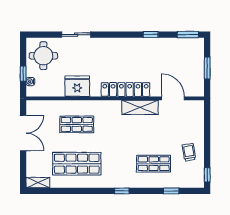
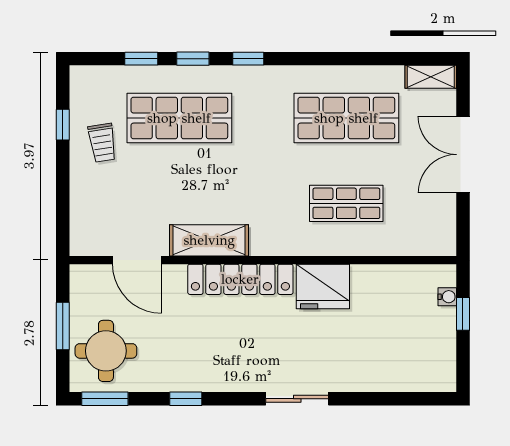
sliding door: (76, 35) -> (297, 399), moved
round table: (43, 56) -> (106, 351), moved
fridge: (77, 86) -> (323, 286), moved
double door: (23, 133) -> (463, 155), moved
shop shelf: (154, 164) -> (179, 118), width x1.43, depth x1.36
window: (207, 175) -> (63, 125), moved
window: (147, 191) -> (193, 59), added

